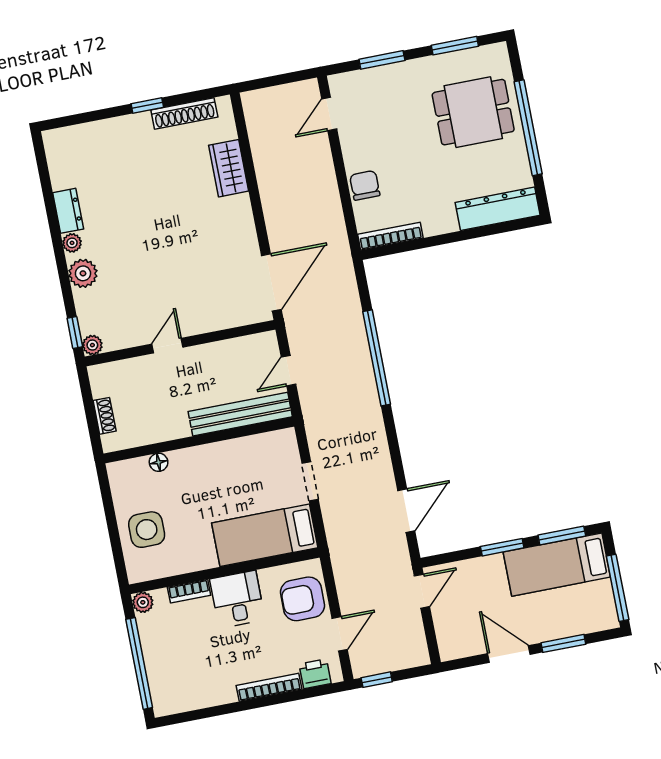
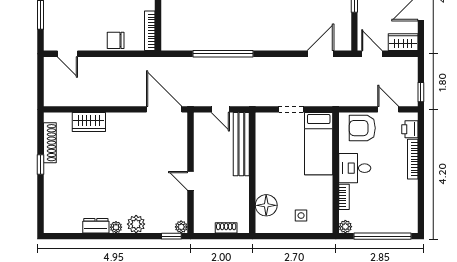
floor lamp: (159, 462) -> (266, 205), width x1.89, depth x1.89
door: (406, 511) -> (320, 54), hinge flipped
side table: (147, 530) -> (301, 216), width x0.54, depth x0.54
armchair: (302, 599) -> (362, 128), turned 90
wardrobe: (450, 637) -> (403, 42), added

